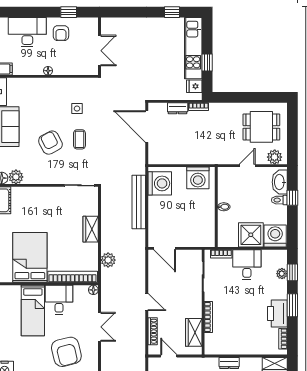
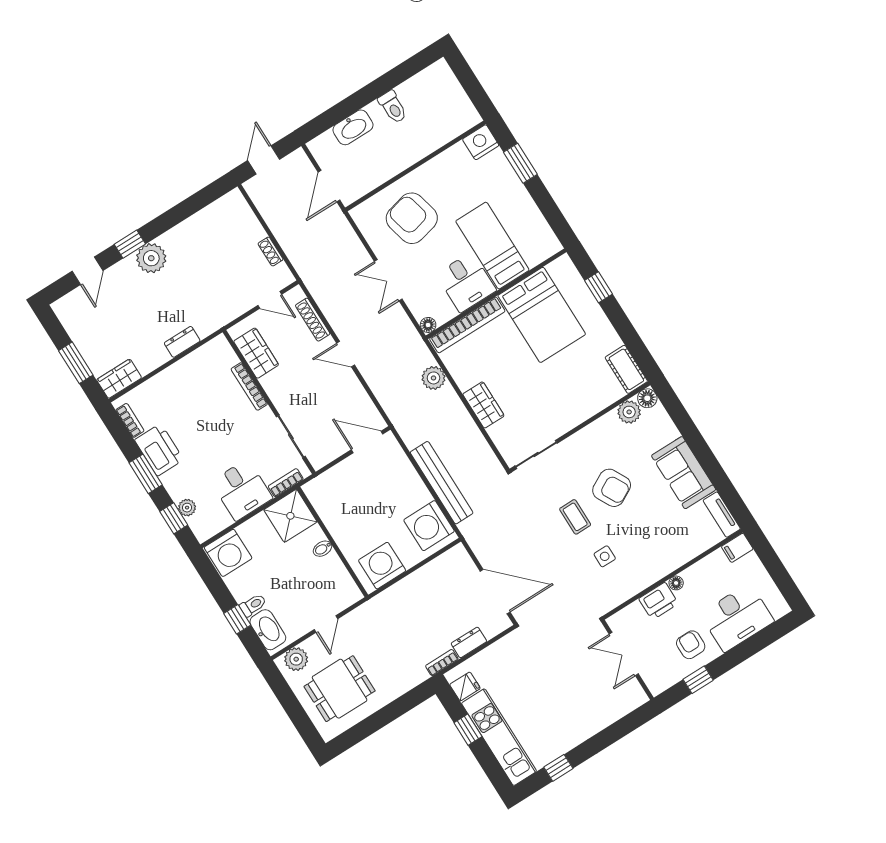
printer: (63, 67) -> (659, 601), added
shower: (251, 235) -> (290, 516), moved

